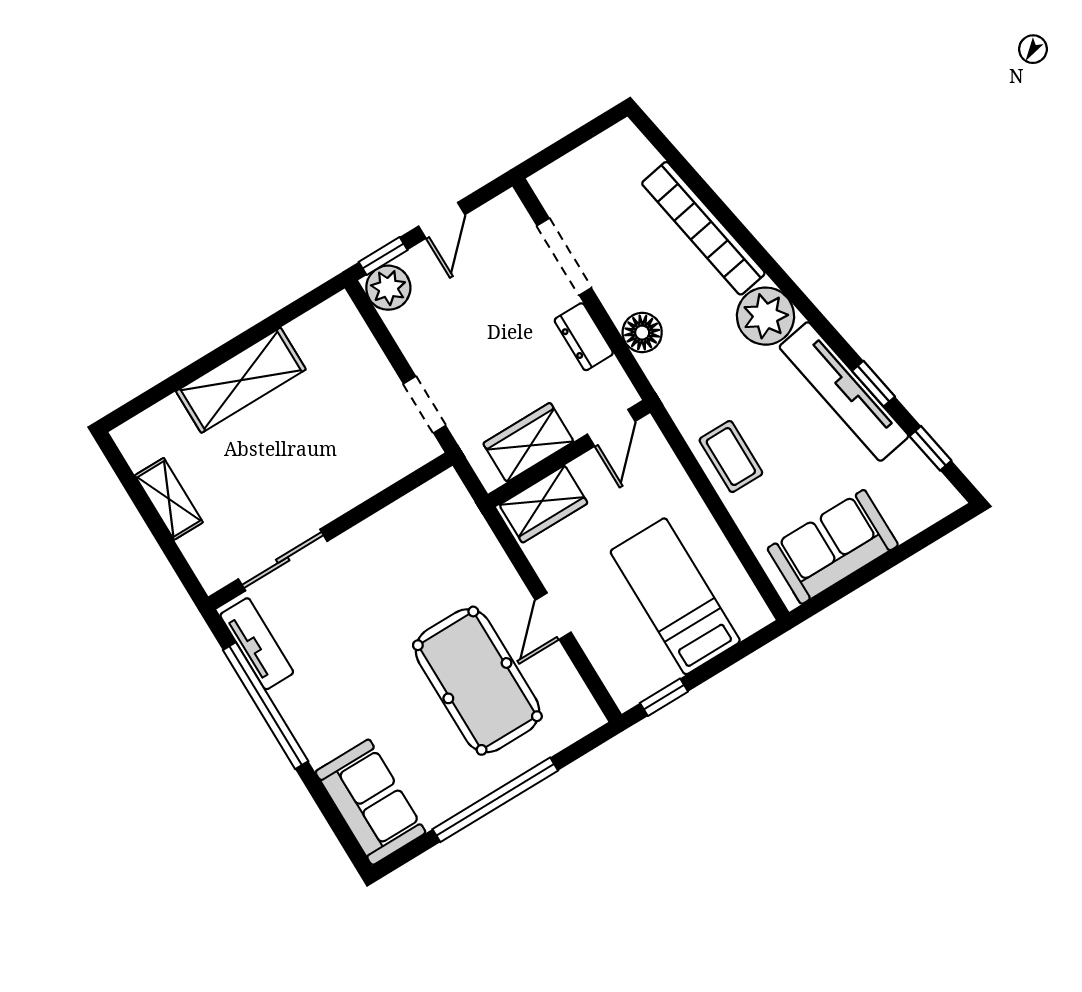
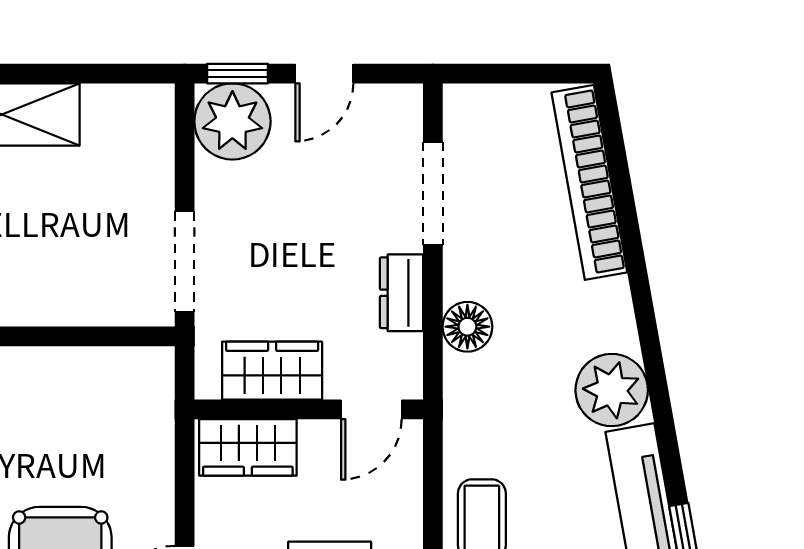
bookcase: (703, 228) -> (589, 182), moved
plant: (388, 288) -> (232, 121), width x1.36, depth x1.36
doorway: (425, 405) -> (185, 262), width x1.38

